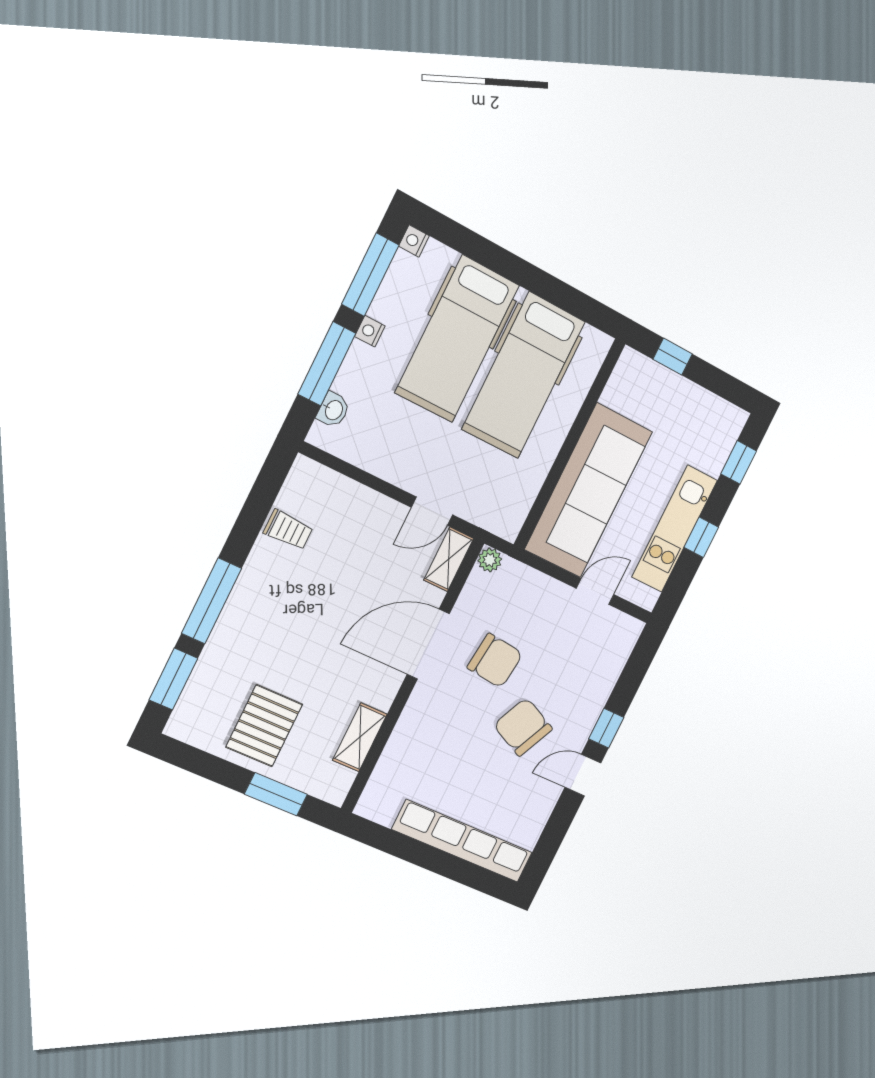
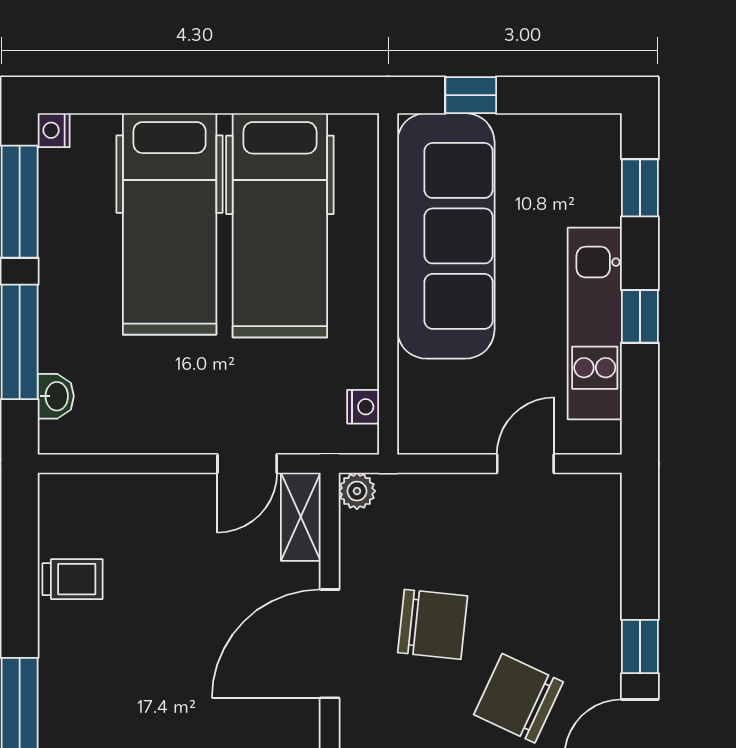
nightstand: (370, 331) -> (363, 407), moved, turned 180
sofa: (588, 491) -> (446, 236), moved

